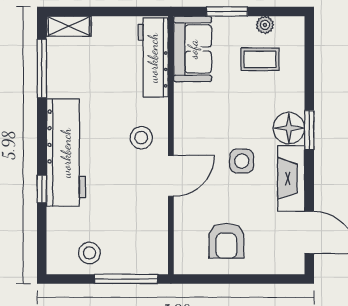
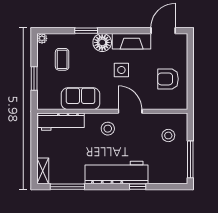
plant: (265, 25) -> (42, 38), moved
sofa: (193, 49) -> (81, 99), moved
window: (309, 130) -> (86, 31), moved
armchair: (226, 241) -> (168, 79), turned 180
stool: (89, 253) -> (168, 136), moved
window: (126, 279) -> (190, 159), moved

